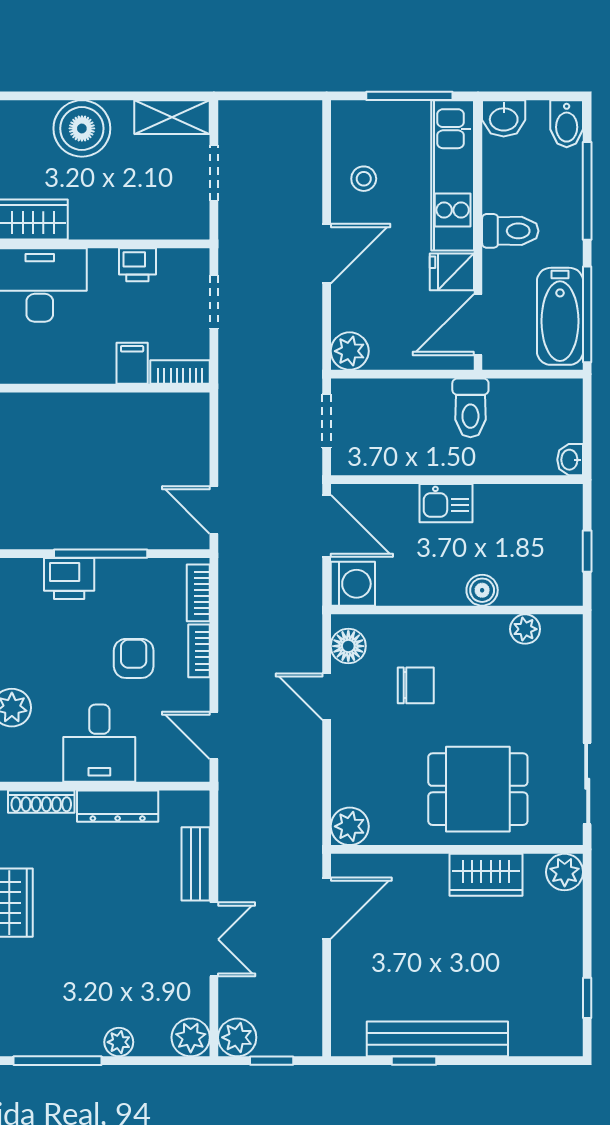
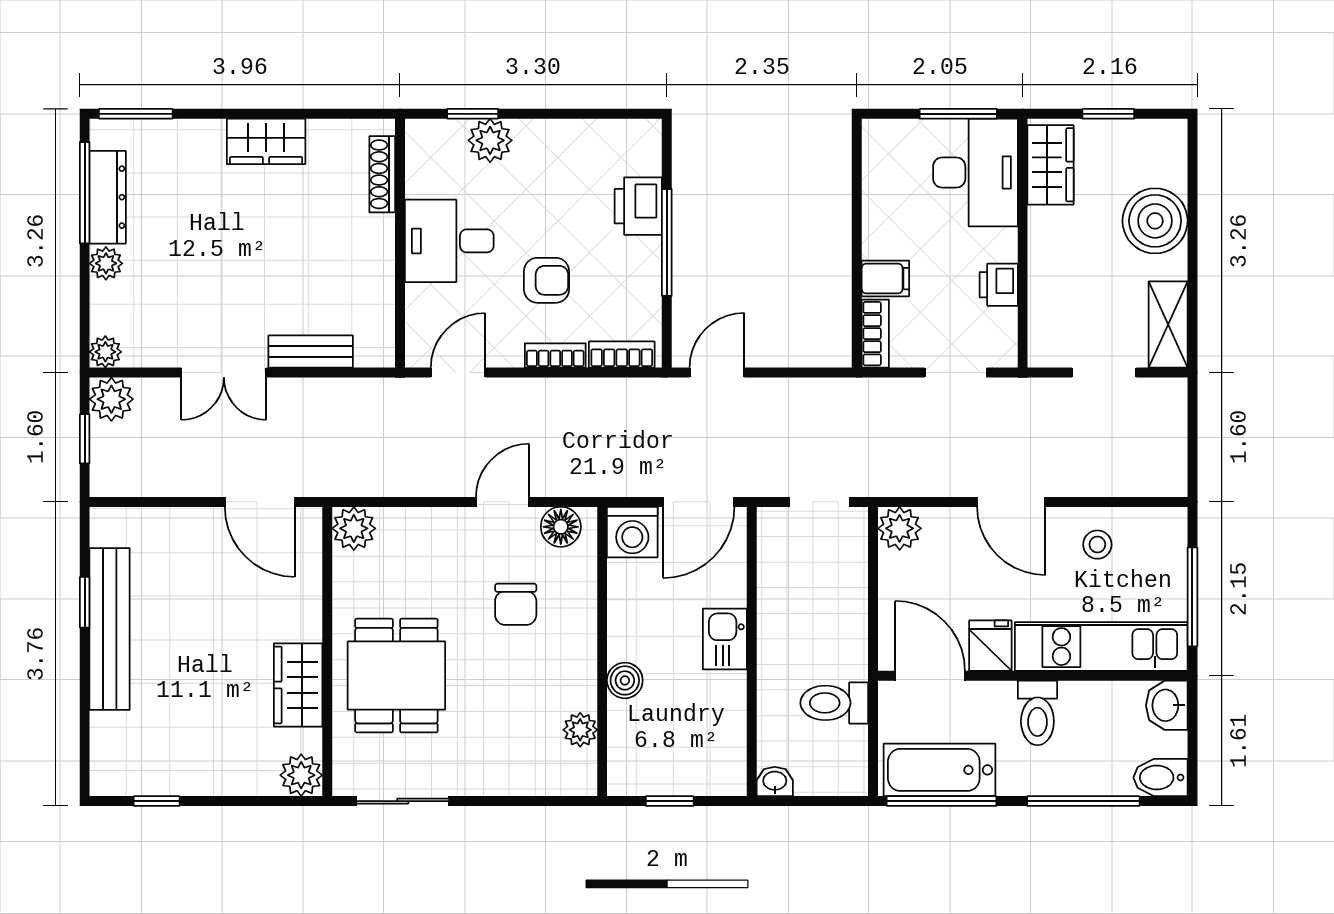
toilet: (470, 408) -> (834, 703), moved
dresser: (118, 806) -> (108, 197), moved, turned 180
plant: (191, 1037) -> (105, 352), width x0.73, depth x0.73

